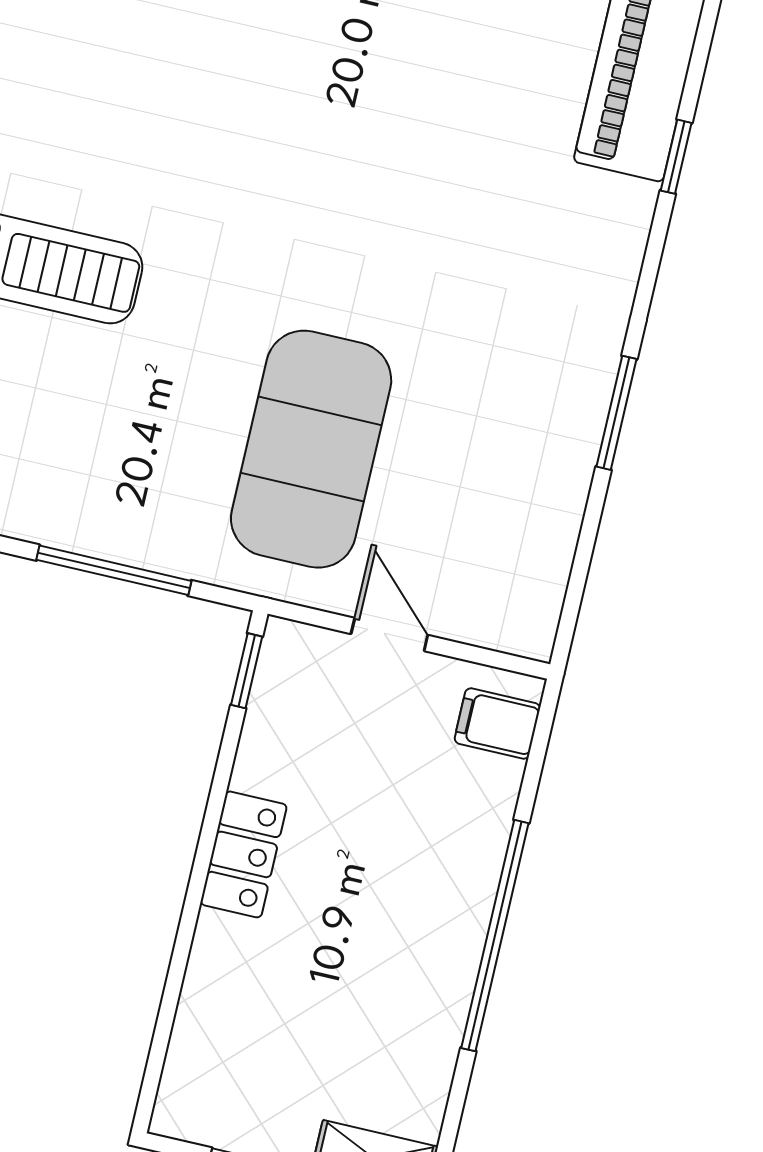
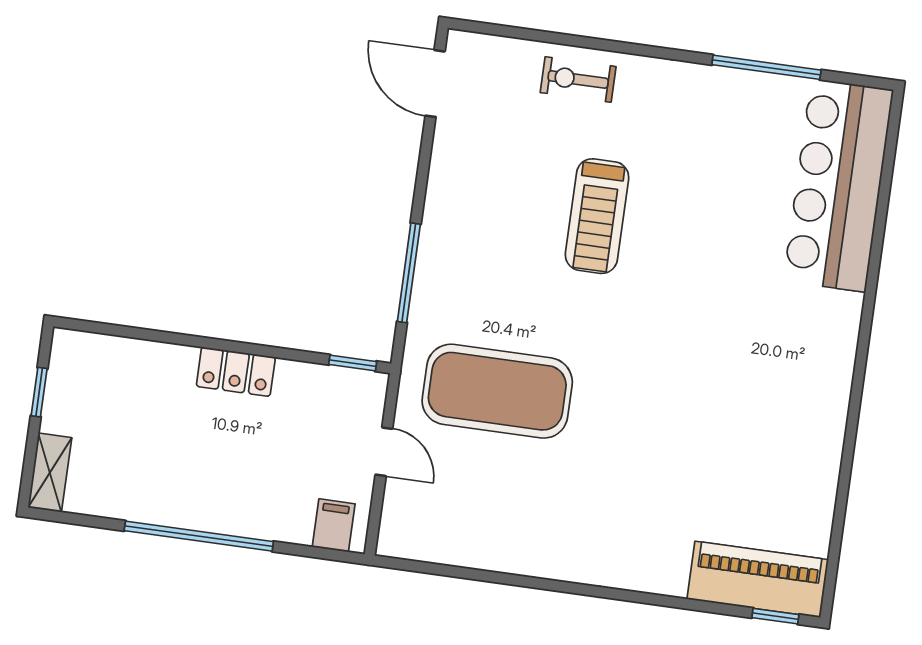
window: (676, 157) -> (775, 616), moved
window: (617, 413) -> (538, 583), removed
door: (389, 634) -> (384, 452), hinge flipped

